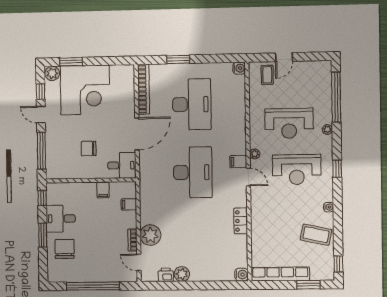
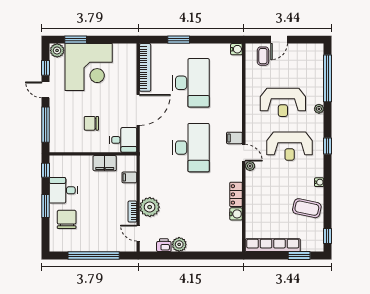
plant: (255, 154) -> (250, 166), moved
filing cabinet: (103, 190) -> (105, 163), width x2.00
water cooler: (242, 275) -> (236, 214), moved

